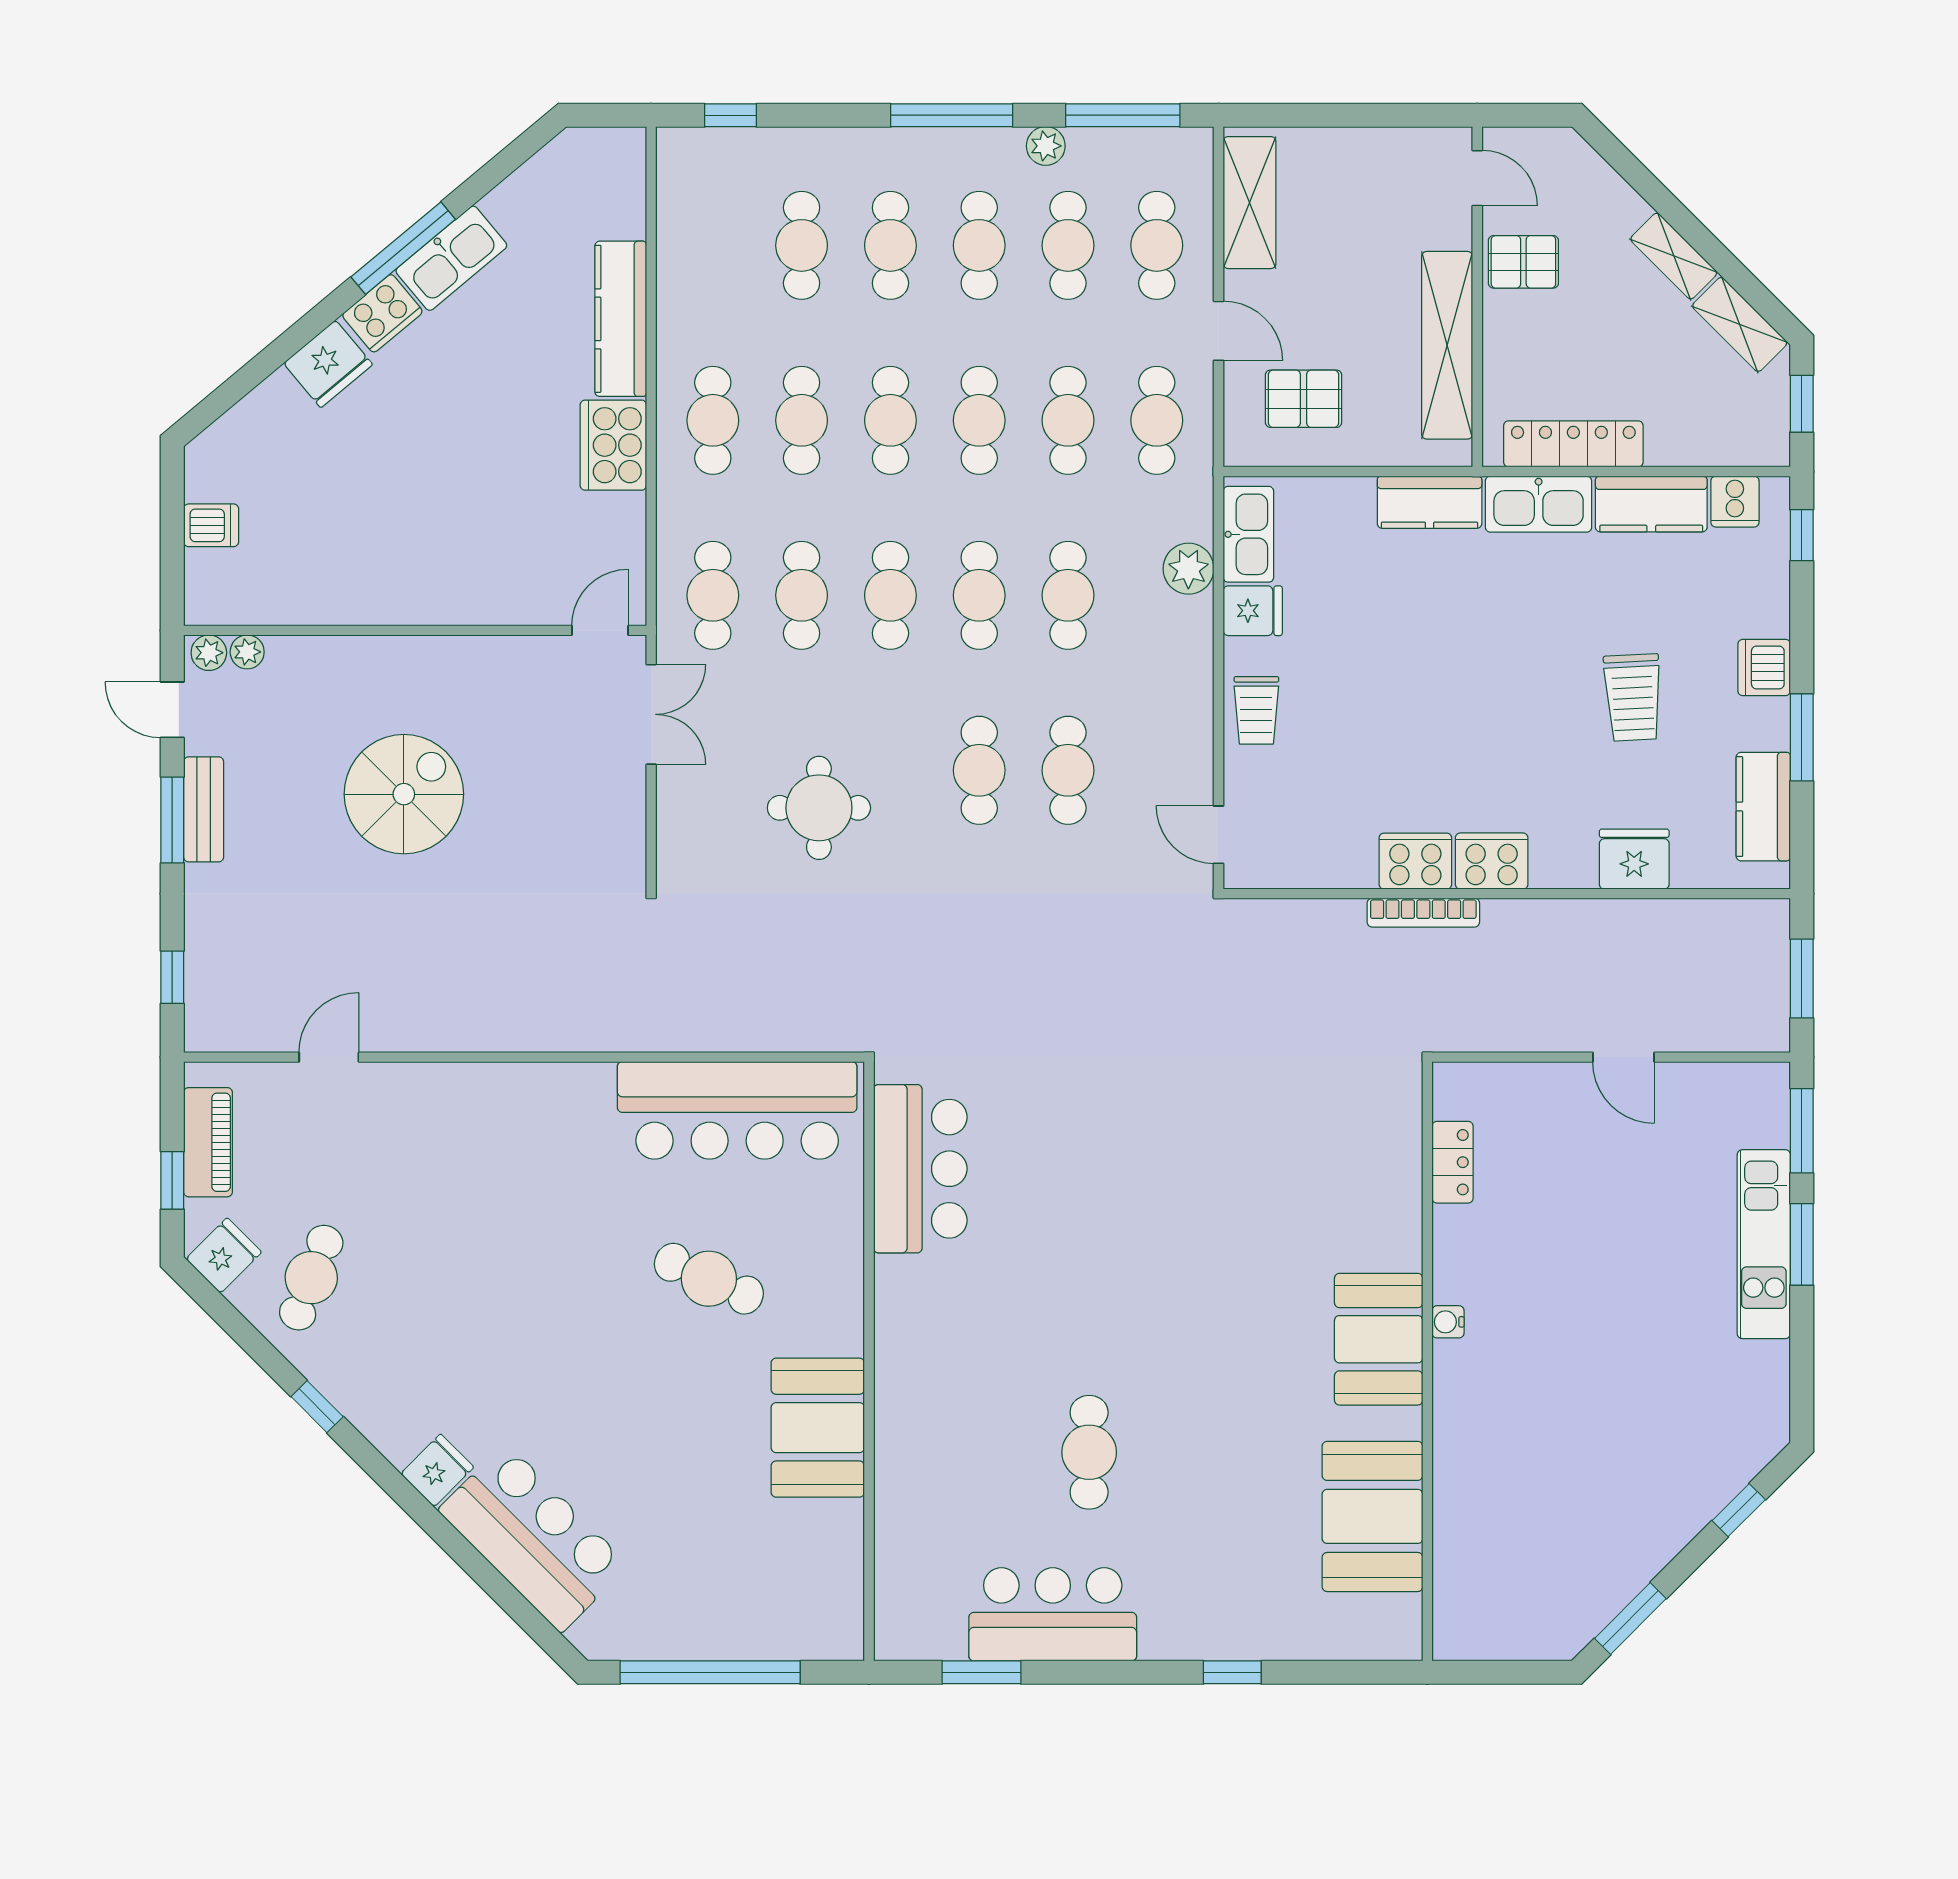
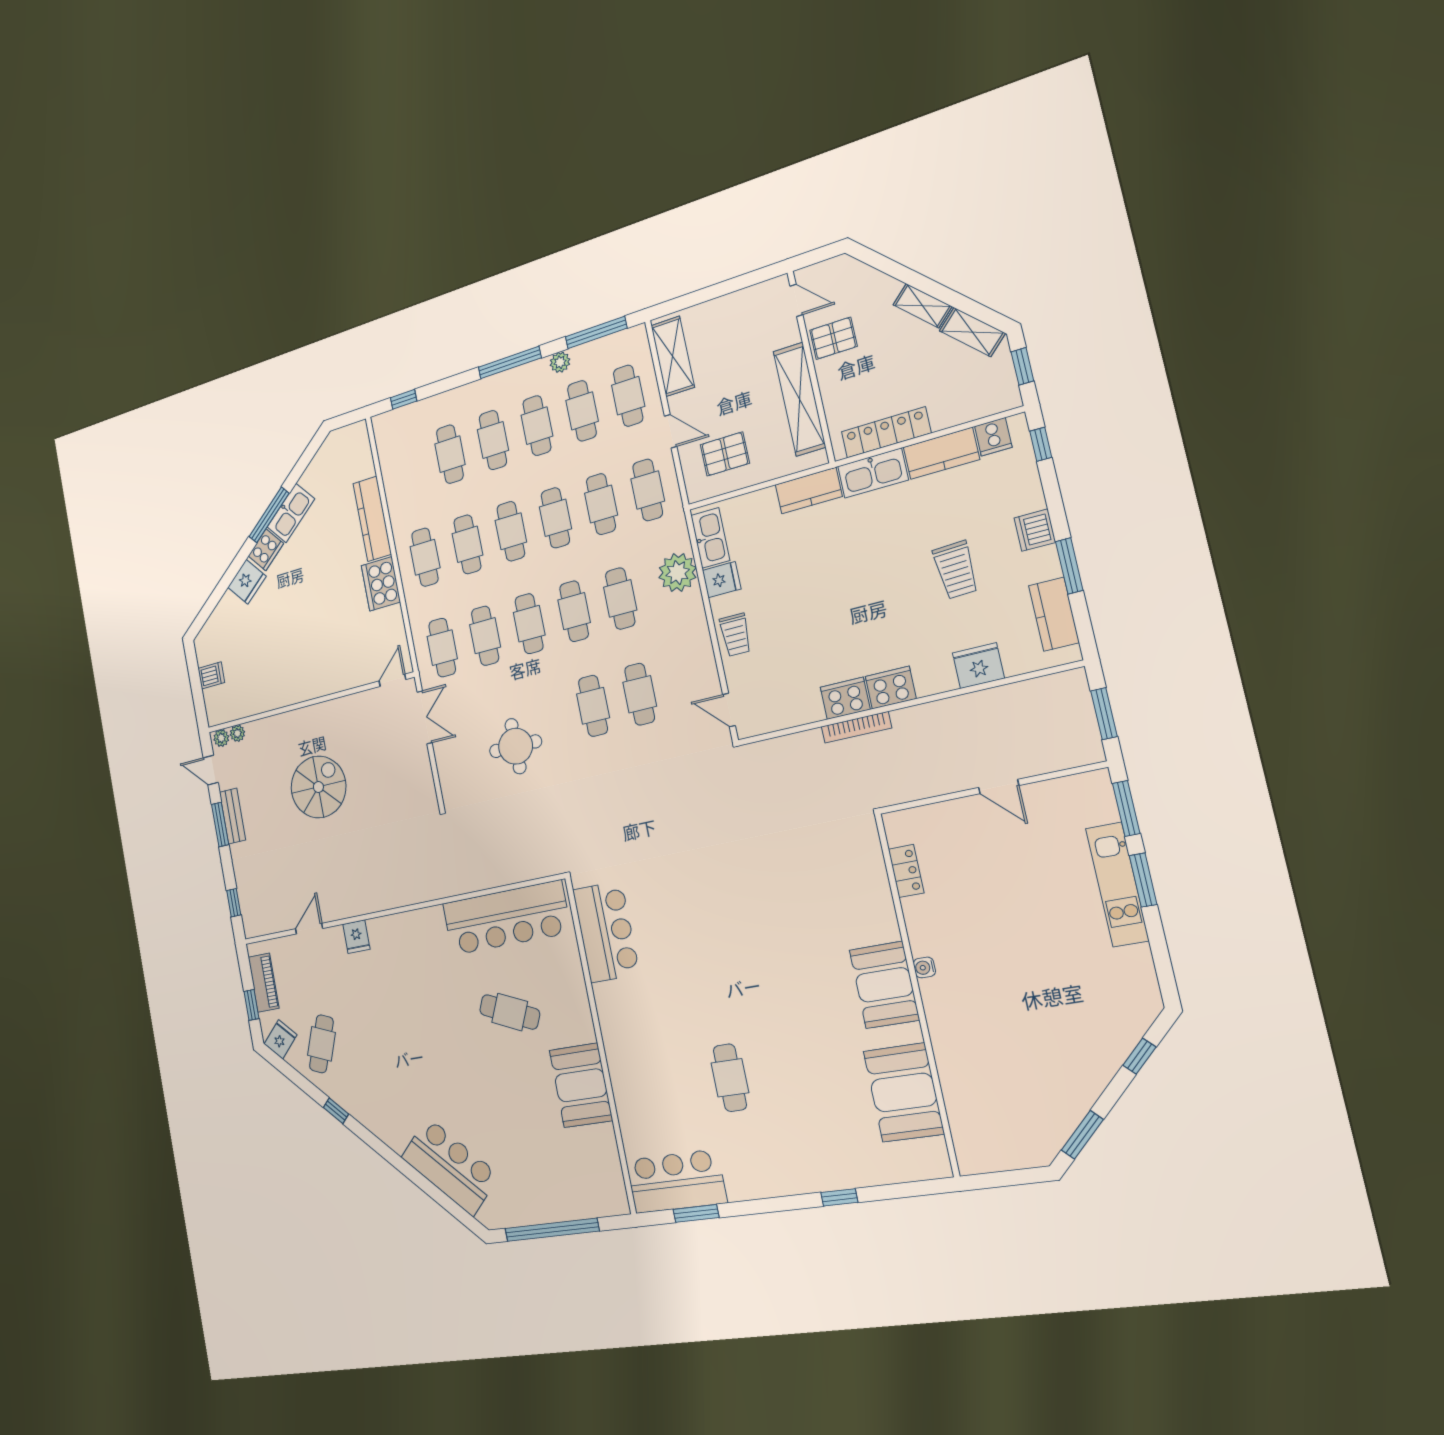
plant: (1188, 569) -> (678, 573), width x1.36, depth x1.36
fridge: (437, 1470) -> (356, 937), moved, turned 135
bar counter: (1053, 1614) -> (676, 1181), moved

